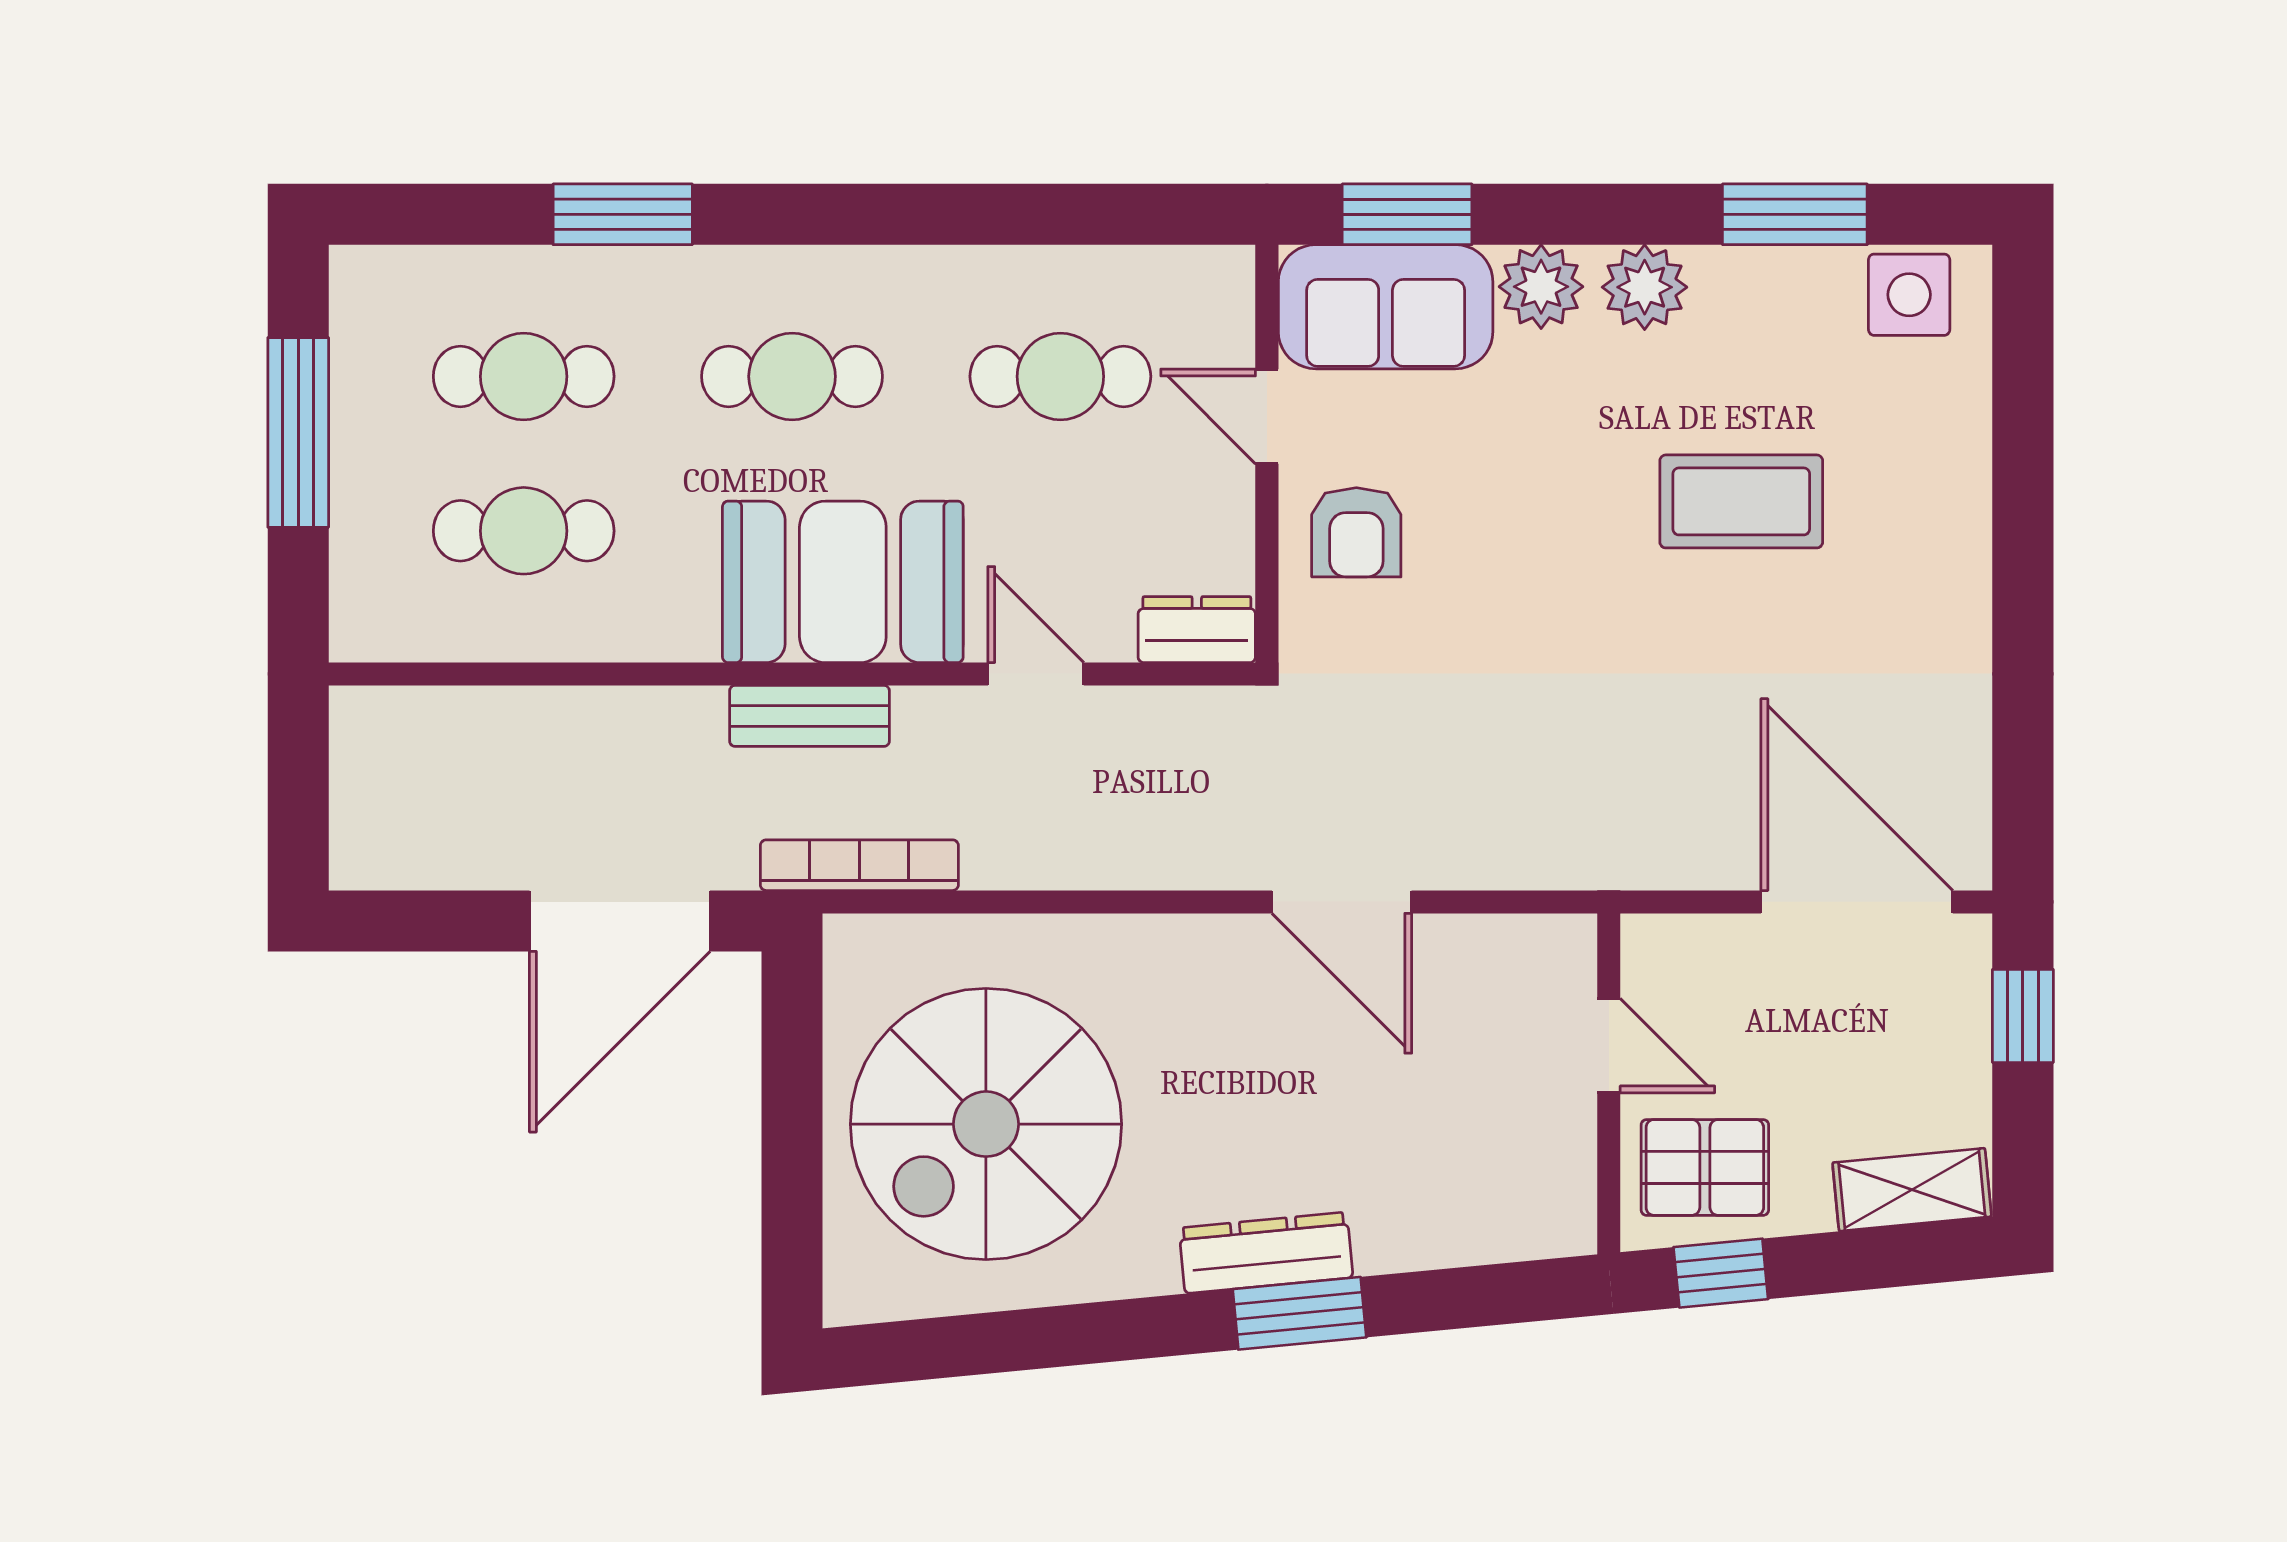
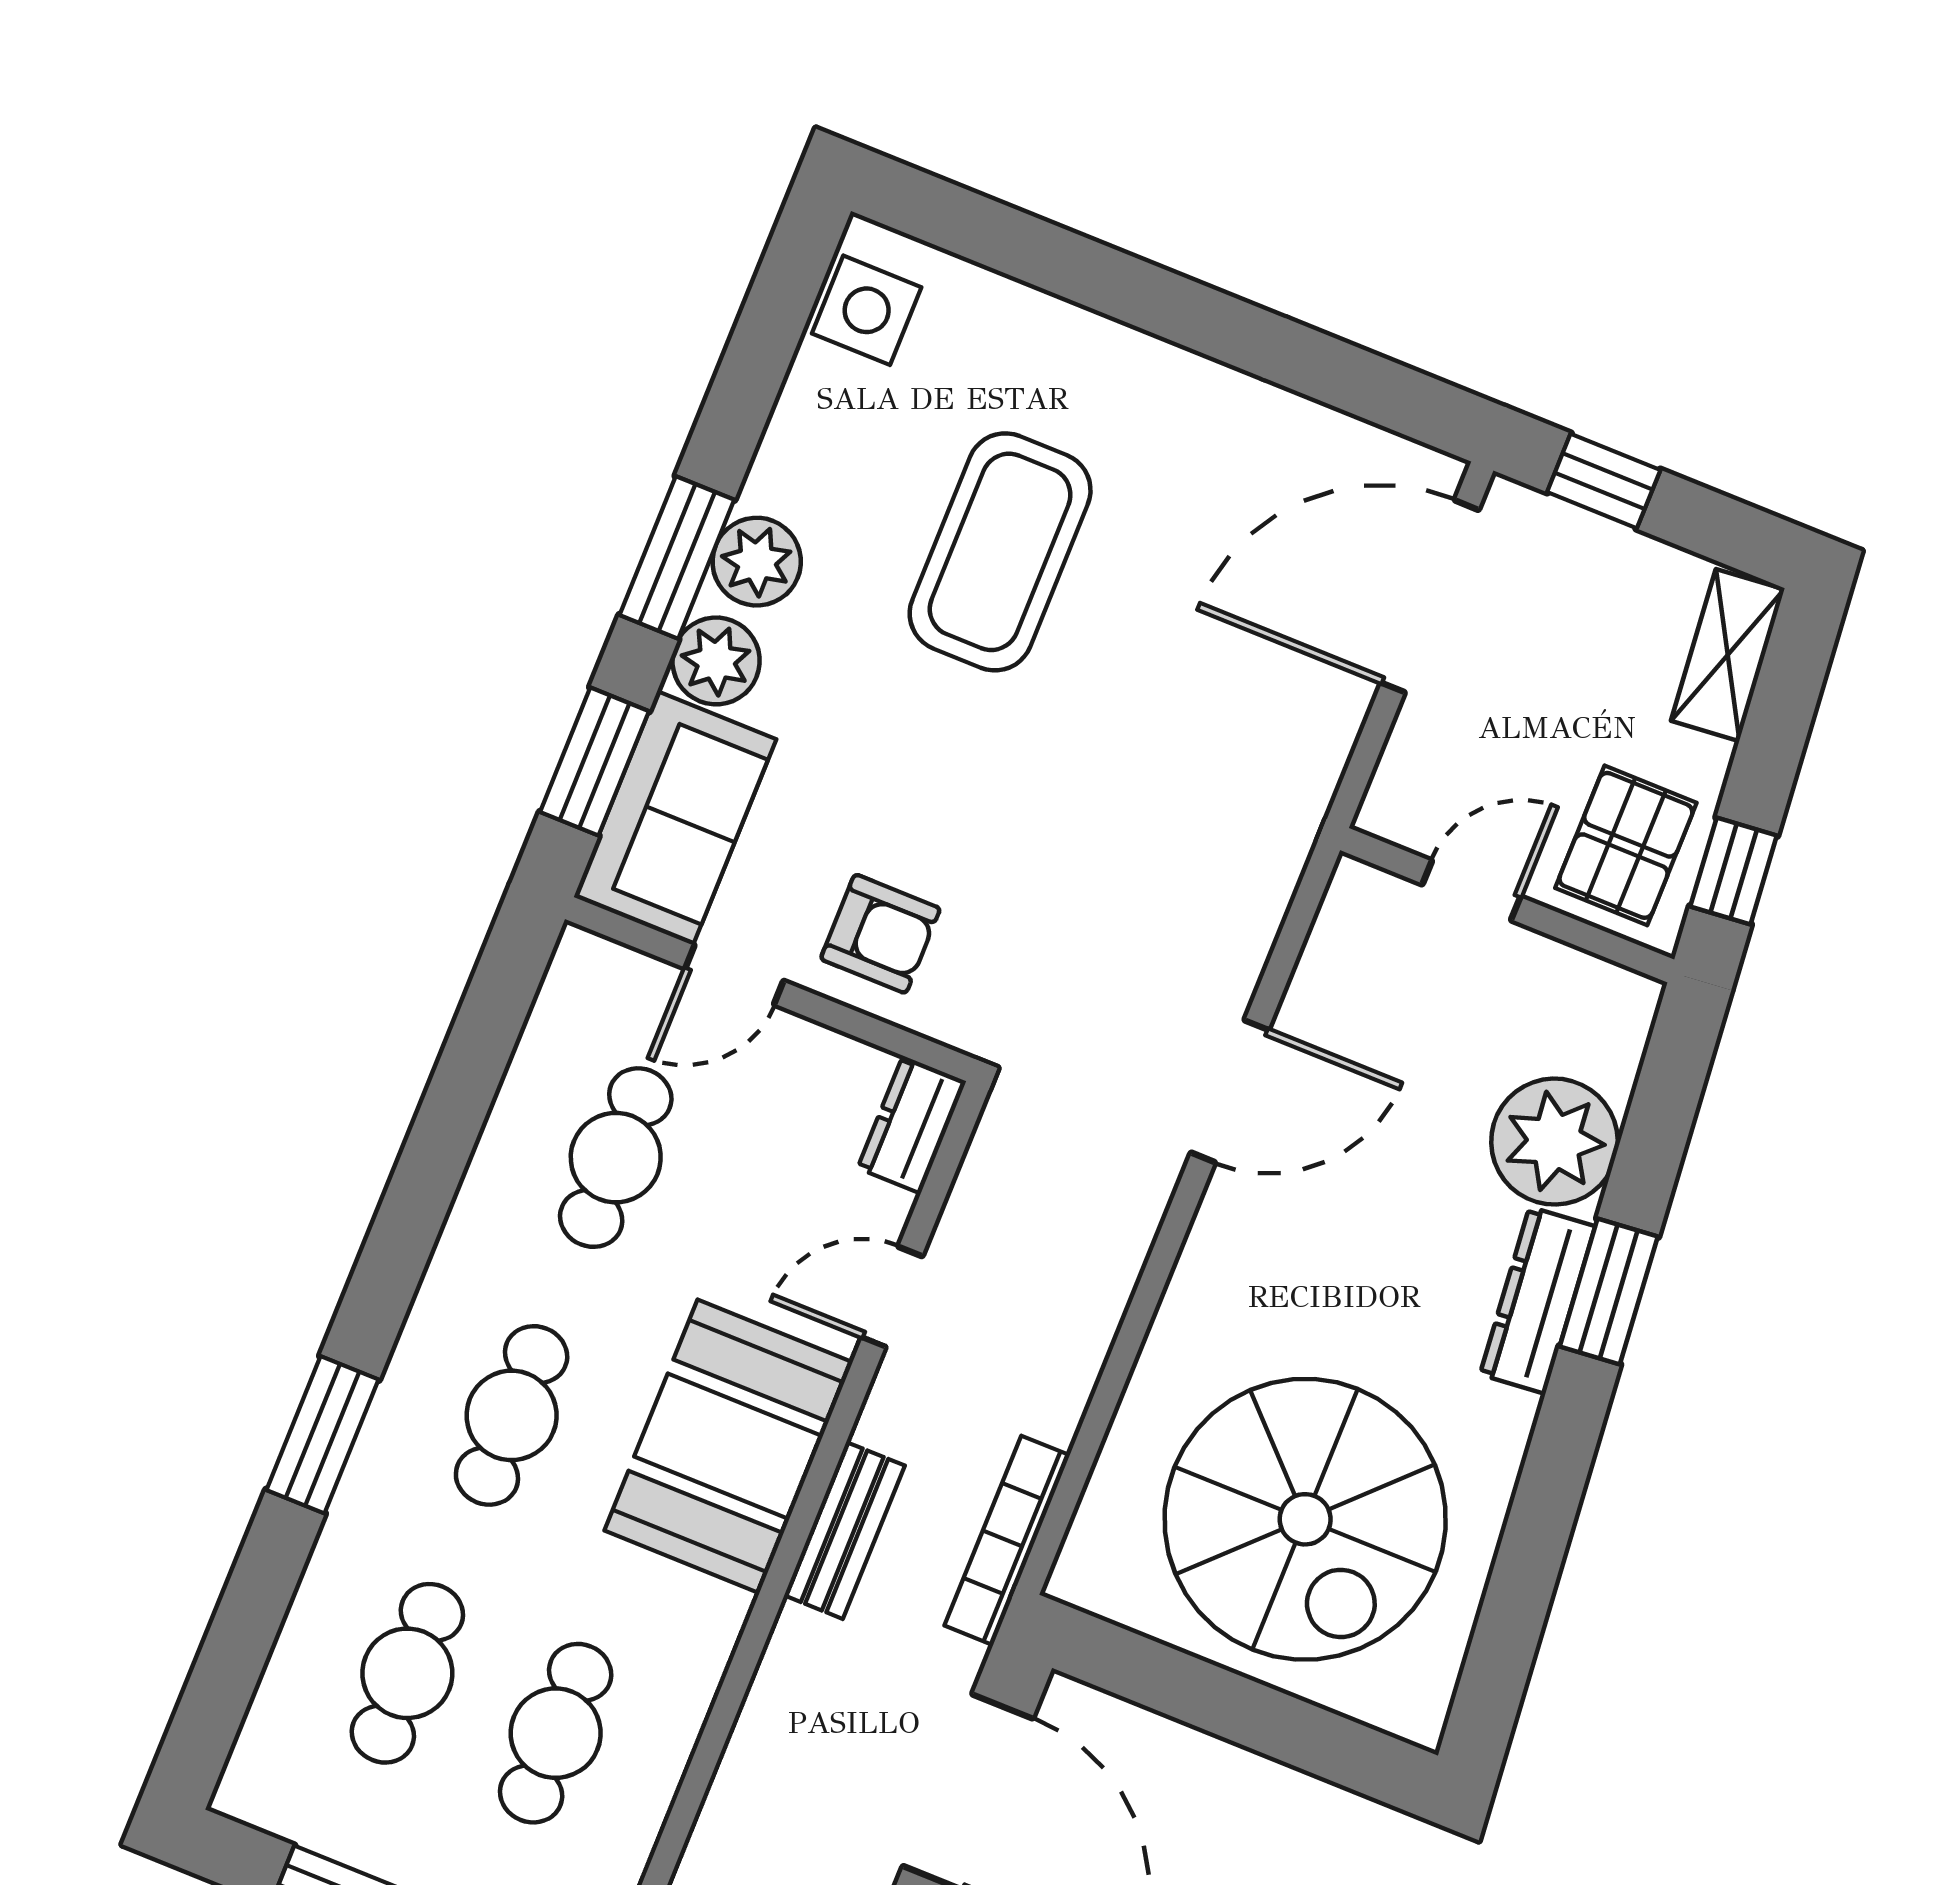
window: (623, 214) -> (322, 1435), moved
window: (1795, 214) -> (677, 557), moved
coffee table: (1741, 501) -> (1000, 552), width x1.36, depth x1.32
plant: (1414, 1211) -> (1554, 1142), added

